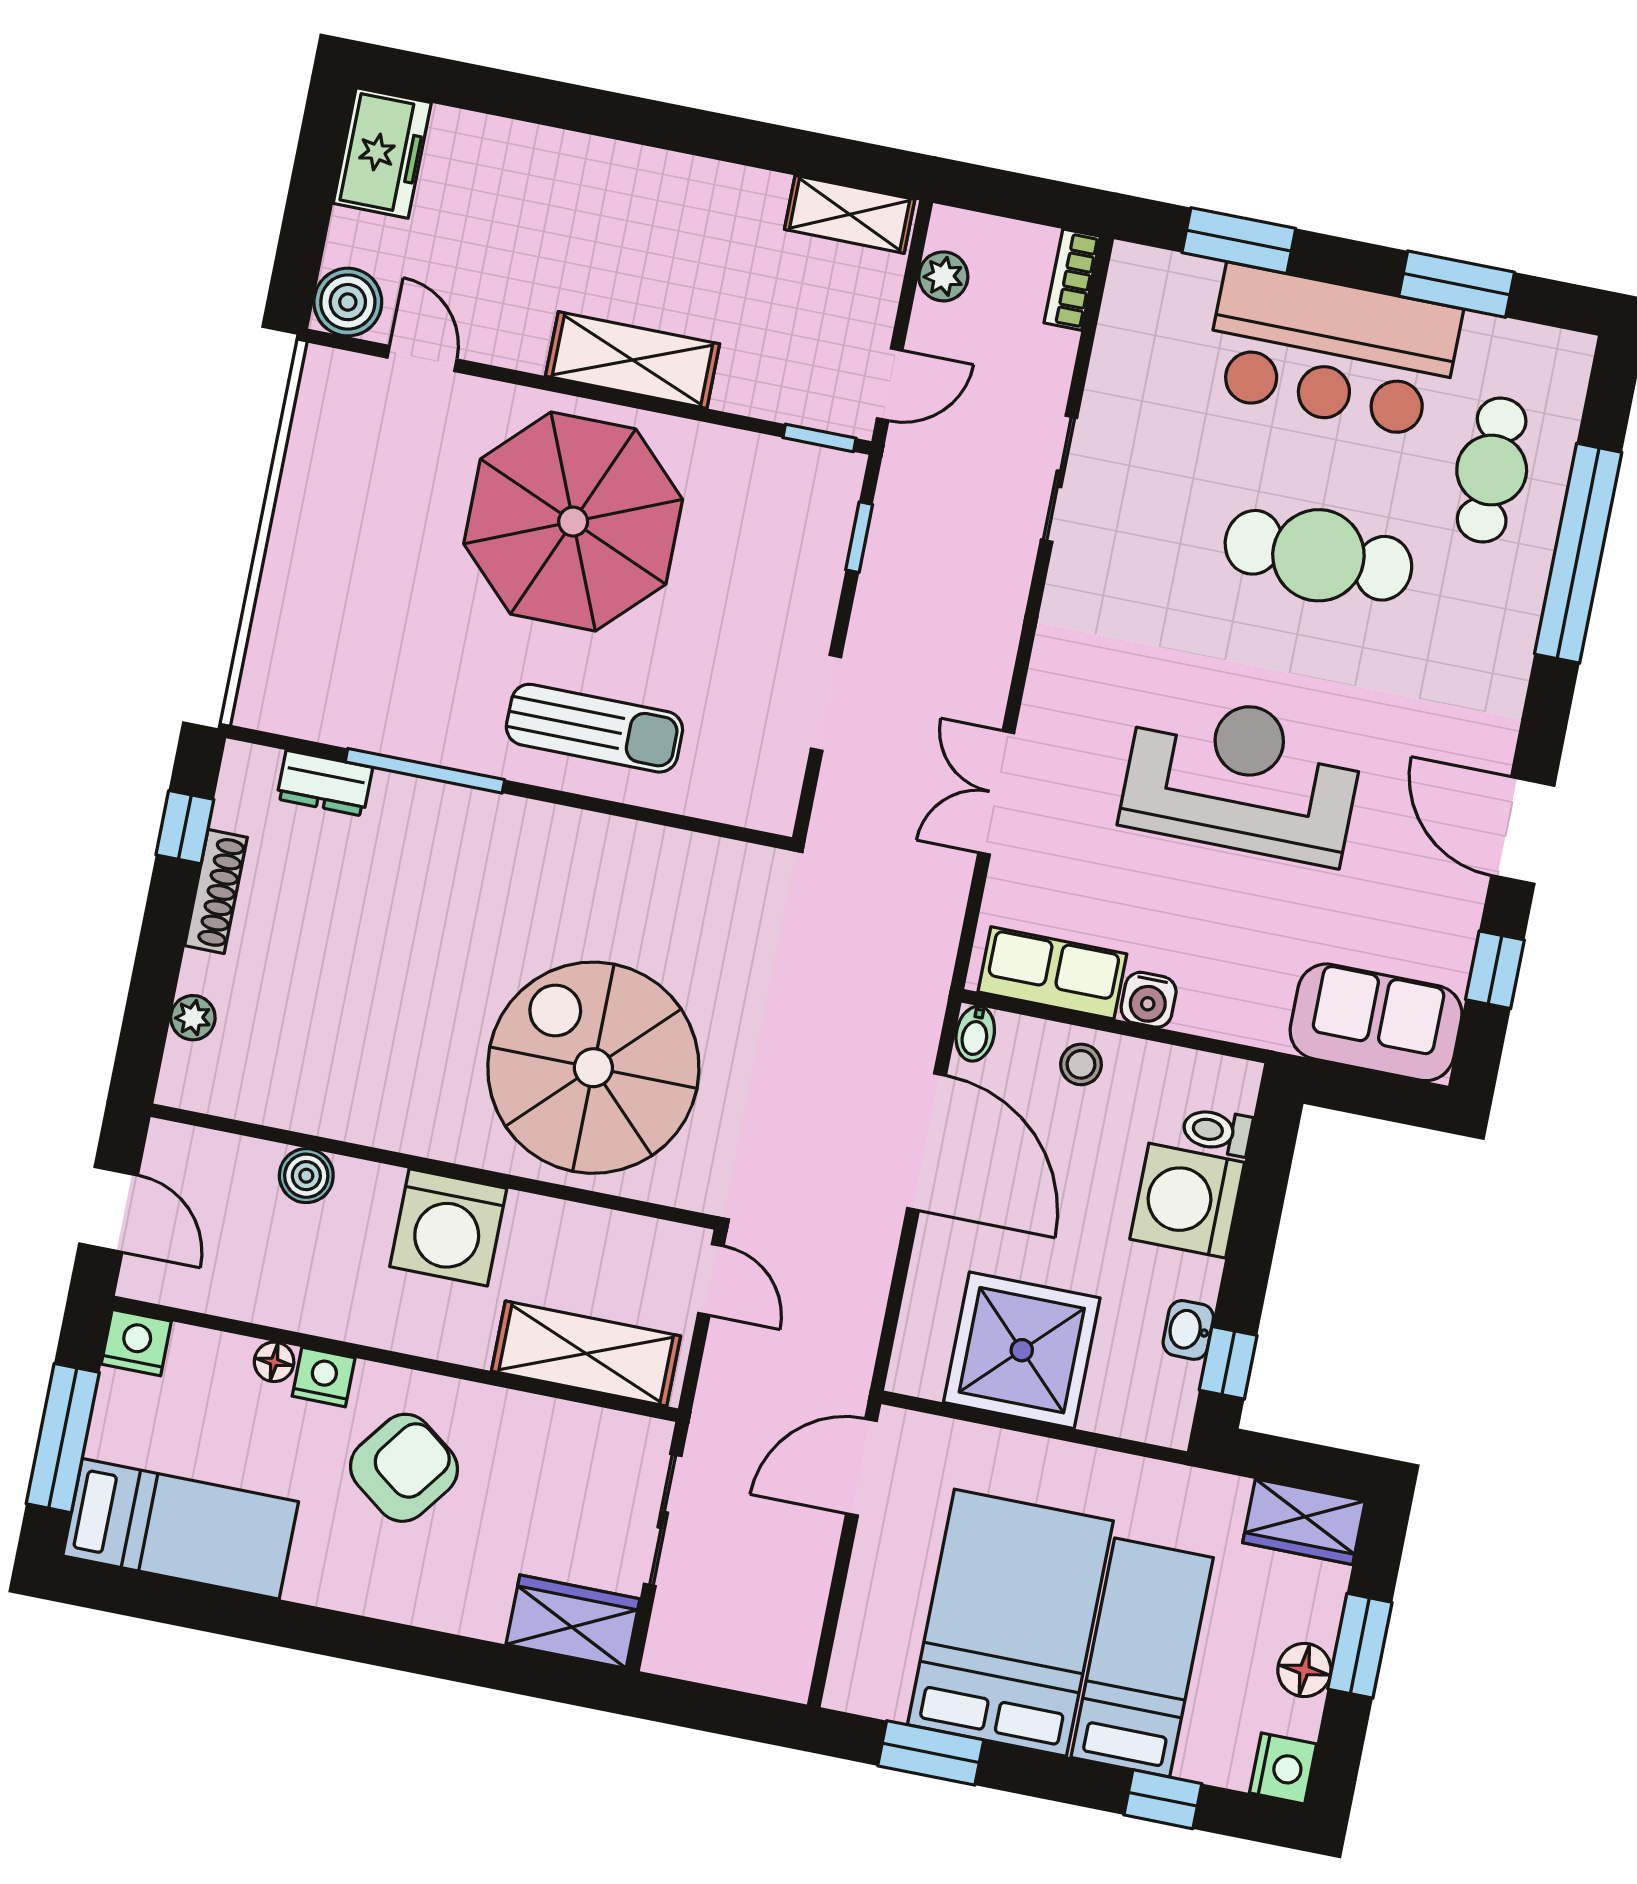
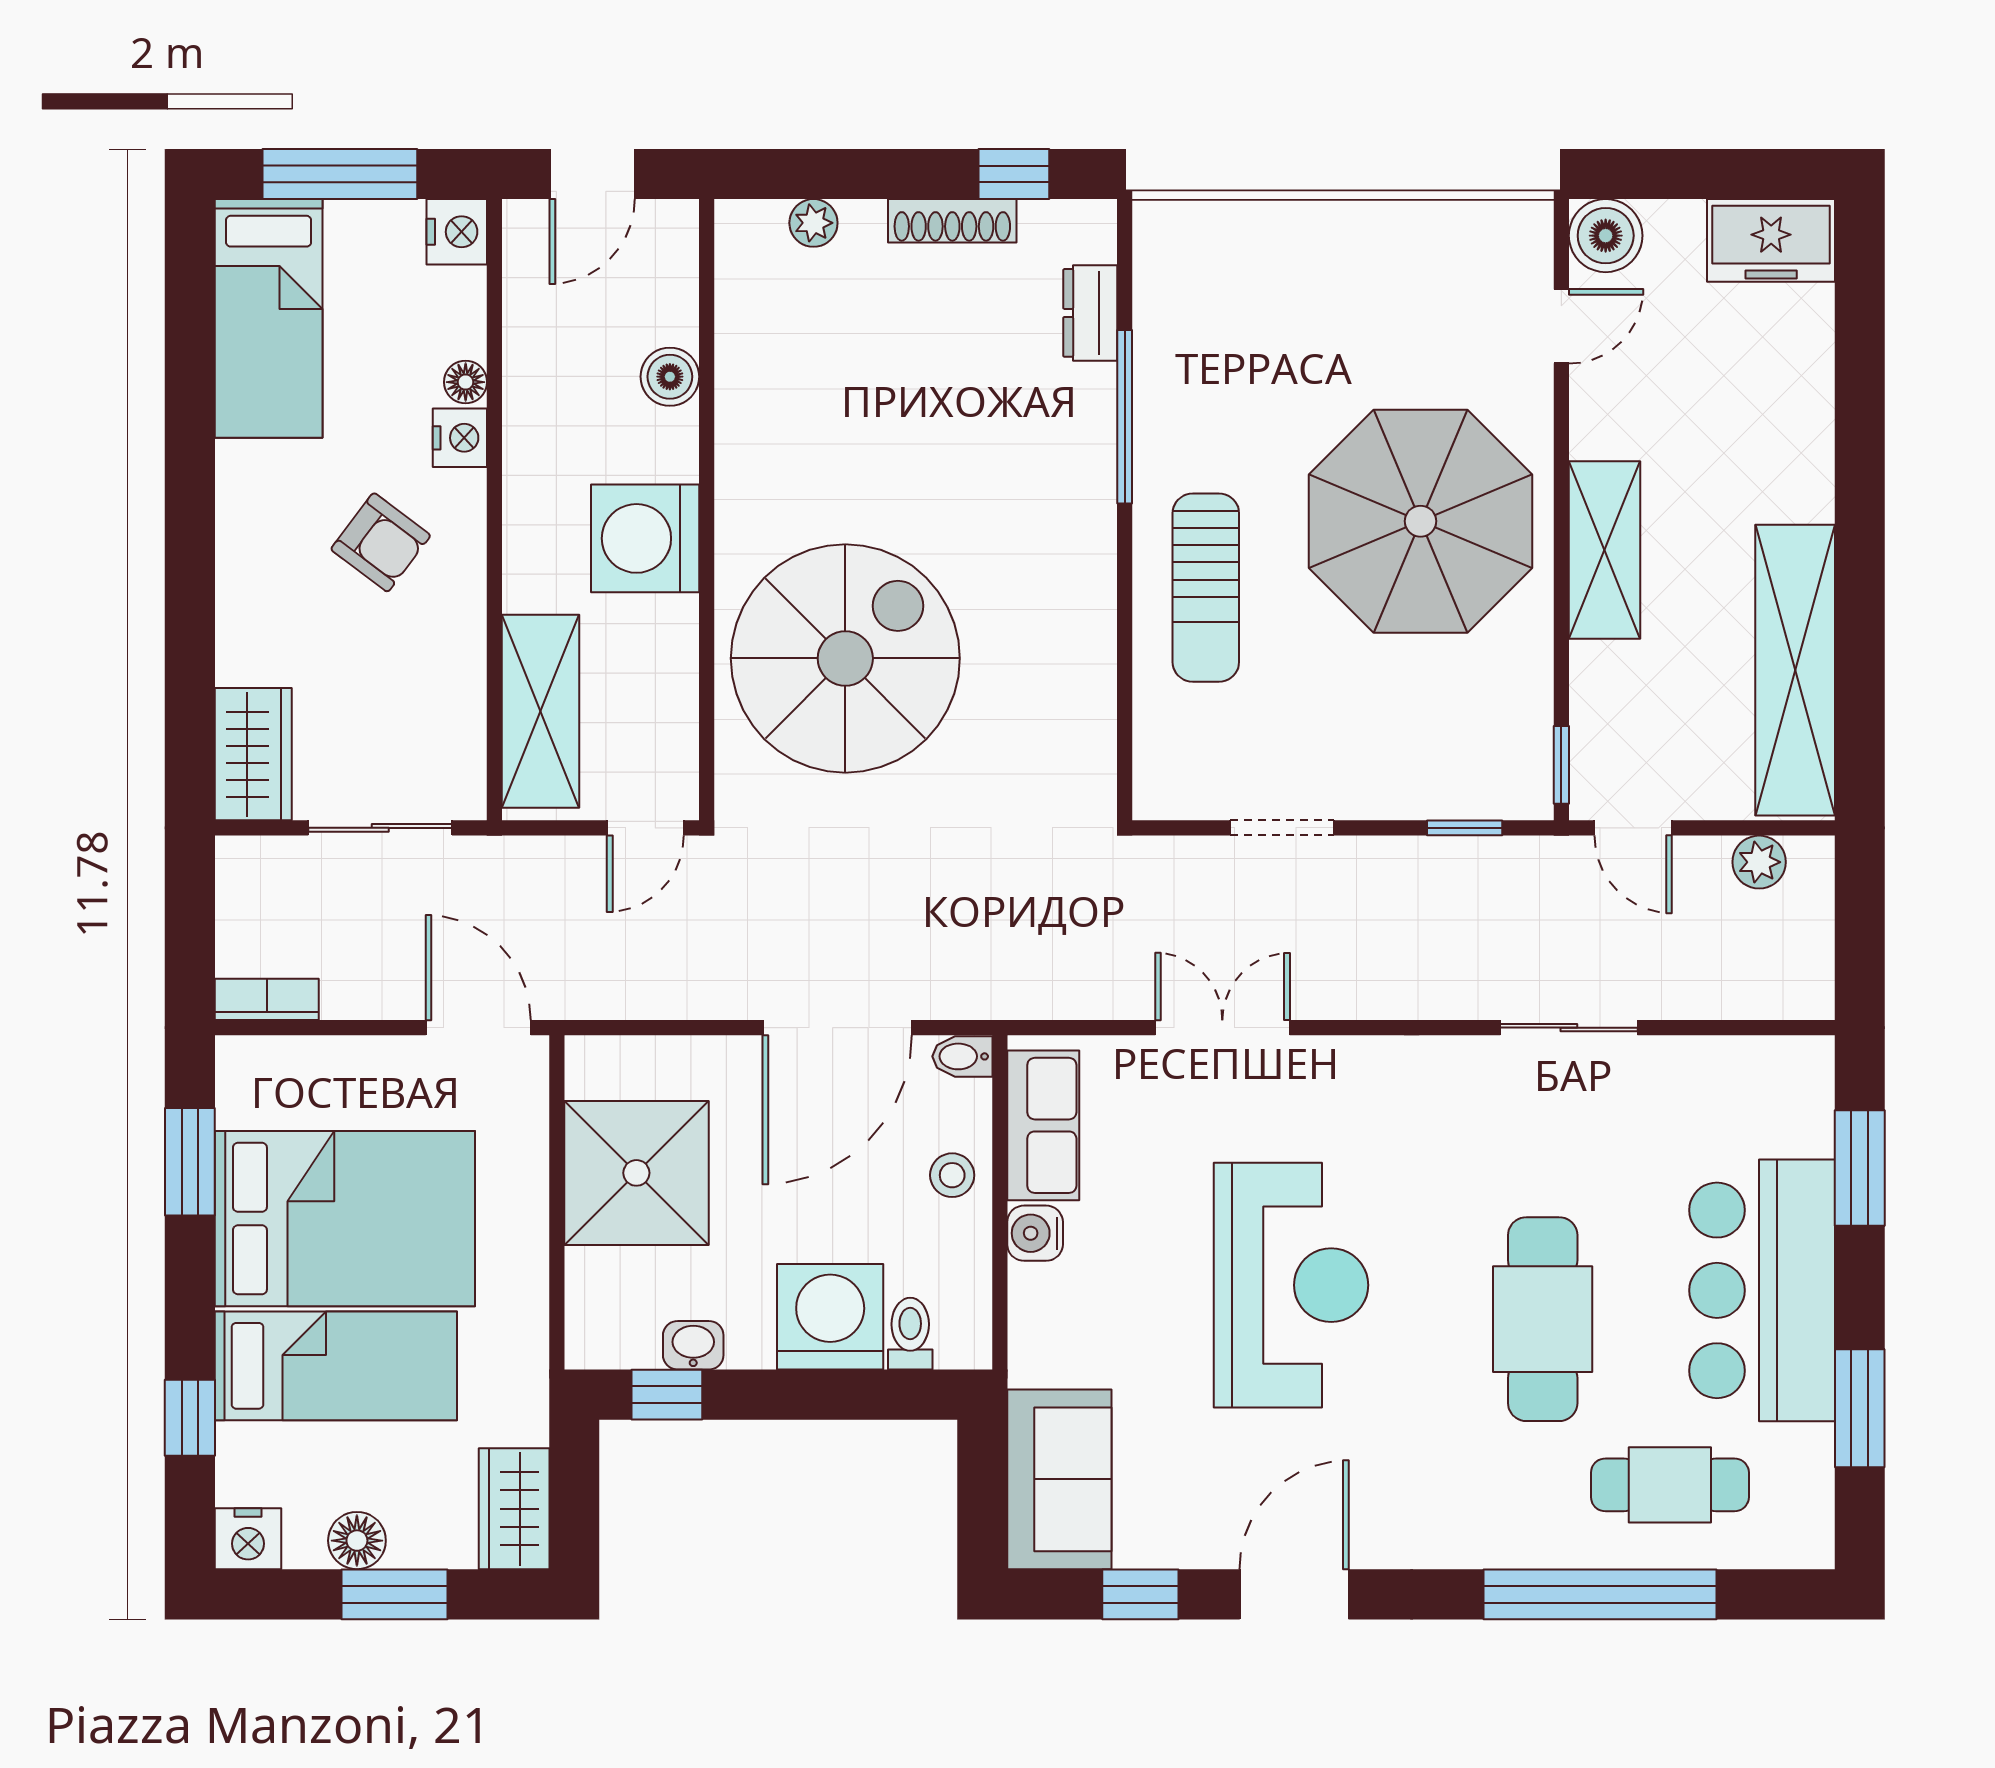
shelving: (850, 214) -> (1795, 670), width x2.20, depth x1.33
bookcase: (1072, 280) -> (267, 999), moved
armchair: (404, 1468) -> (381, 542), width x0.72, depth x0.72

